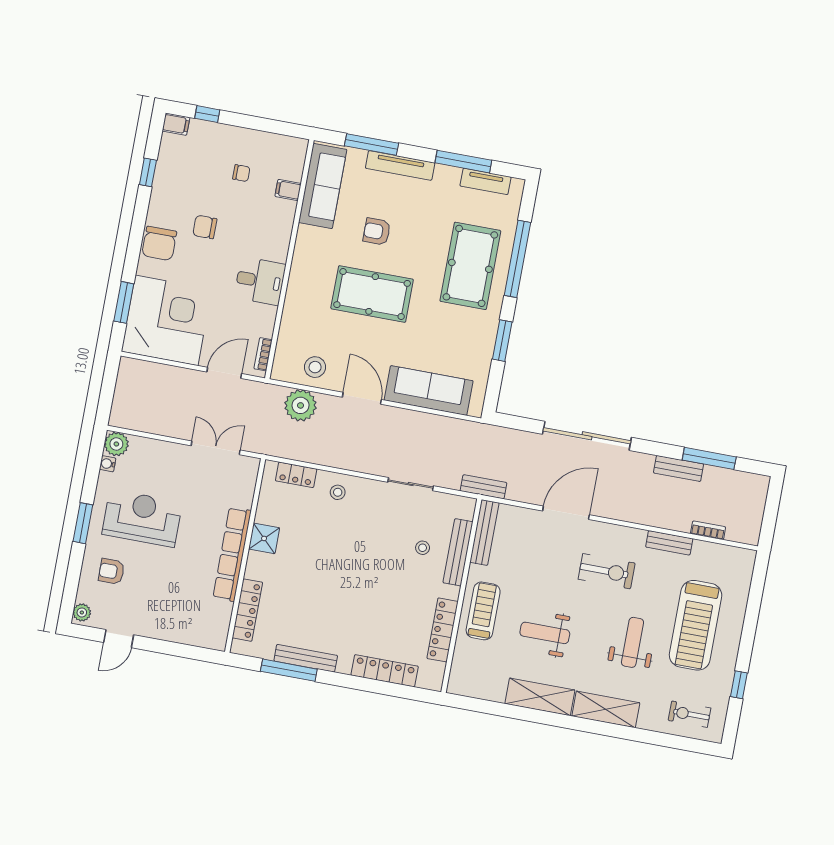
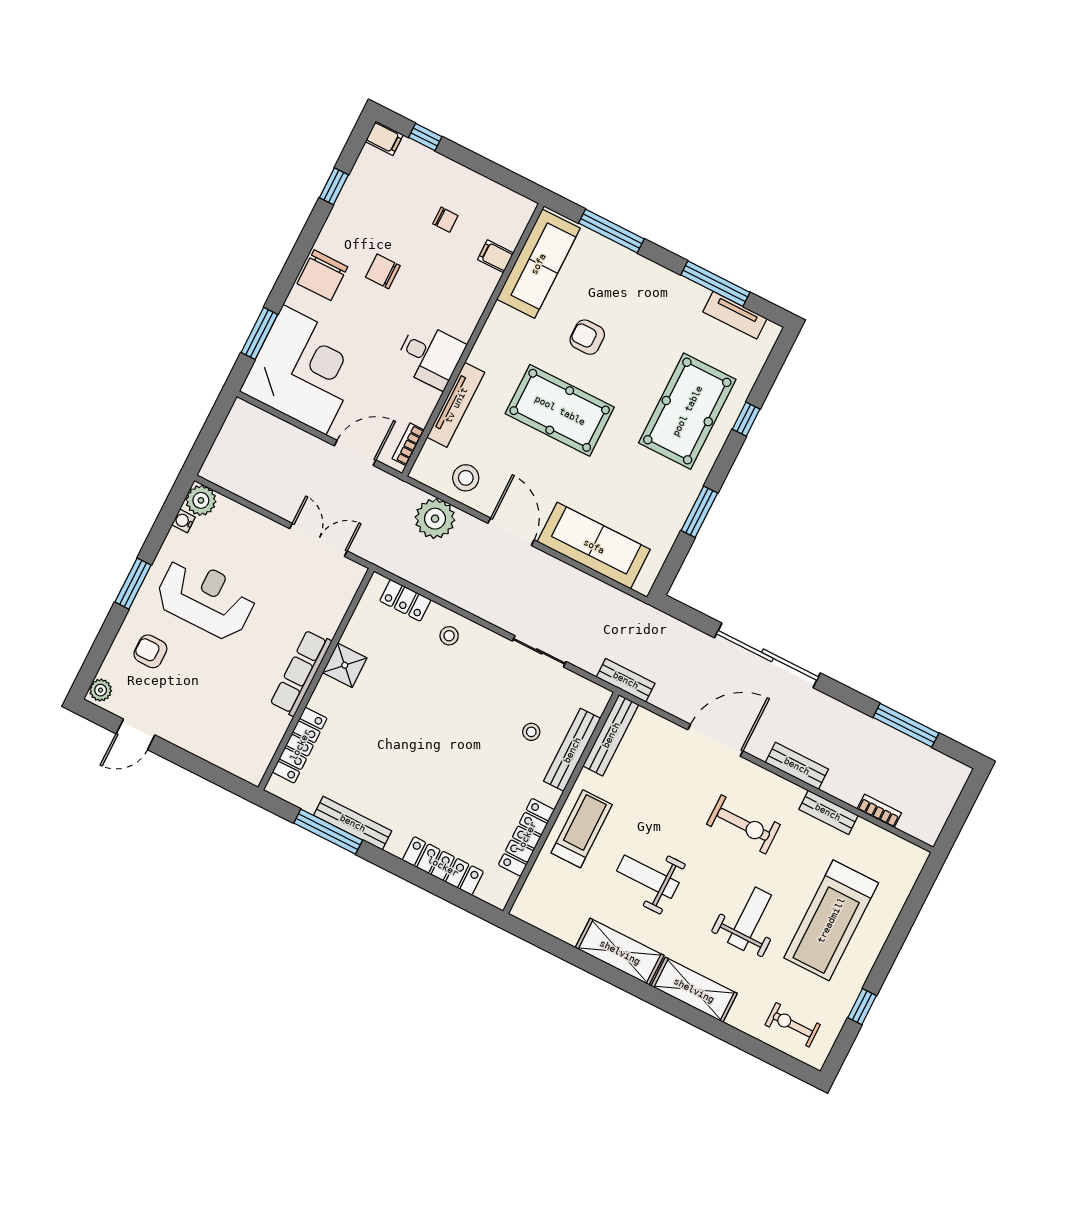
tv unit: (400, 165) -> (456, 405), moved, turned -90
window: (517, 259) -> (746, 419), width x0.32
bench: (679, 468) -> (797, 766), moved
row of seats: (232, 554) -> (301, 673), width x0.73

